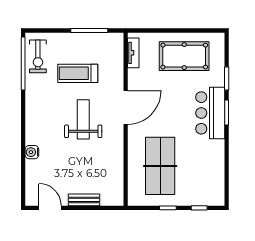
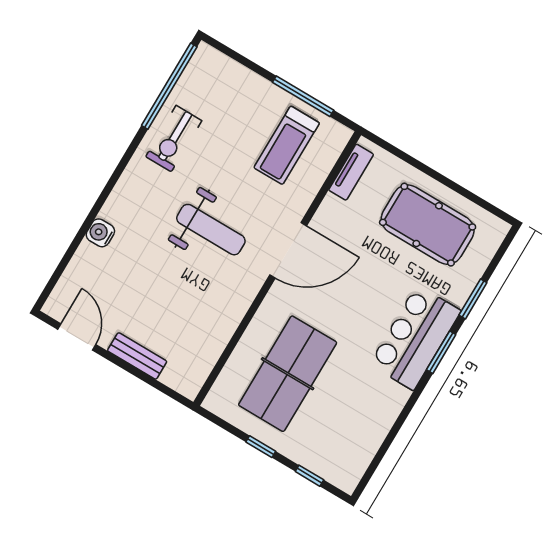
exercise bike: (38, 56) -> (174, 139), moved
treadmill: (78, 73) -> (287, 145), moved, turned -90
weight bench: (83, 119) -> (211, 230), turned 90

